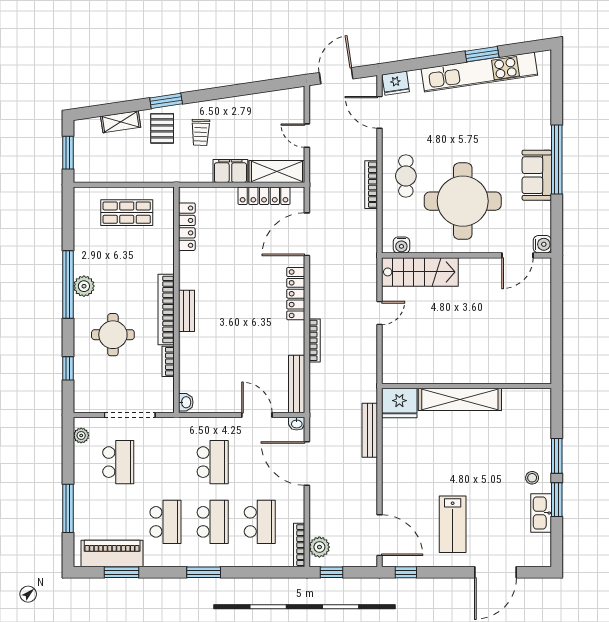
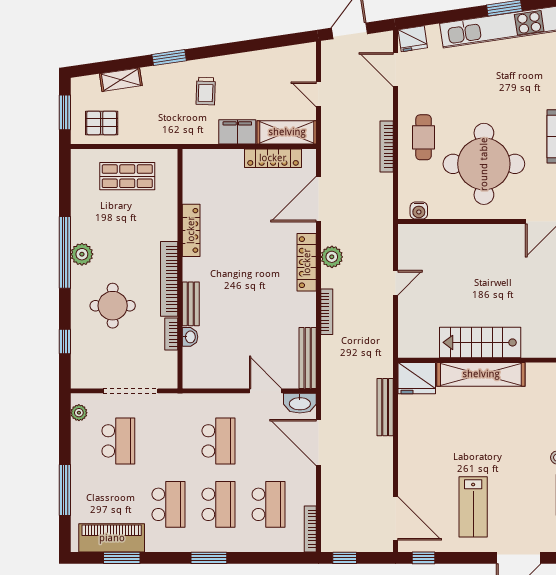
pallet: (162, 128) -> (102, 123), moved, turned 90
locker: (187, 227) -> (191, 230), moved
stairs: (420, 272) -> (480, 342), moved, turned 180
bench: (186, 311) -> (191, 304), moved
washbasin: (186, 402) -> (190, 337), moved
washbasin: (297, 424) -> (300, 403), width x1.91, depth x1.45
plant: (319, 547) -> (332, 257), moved

